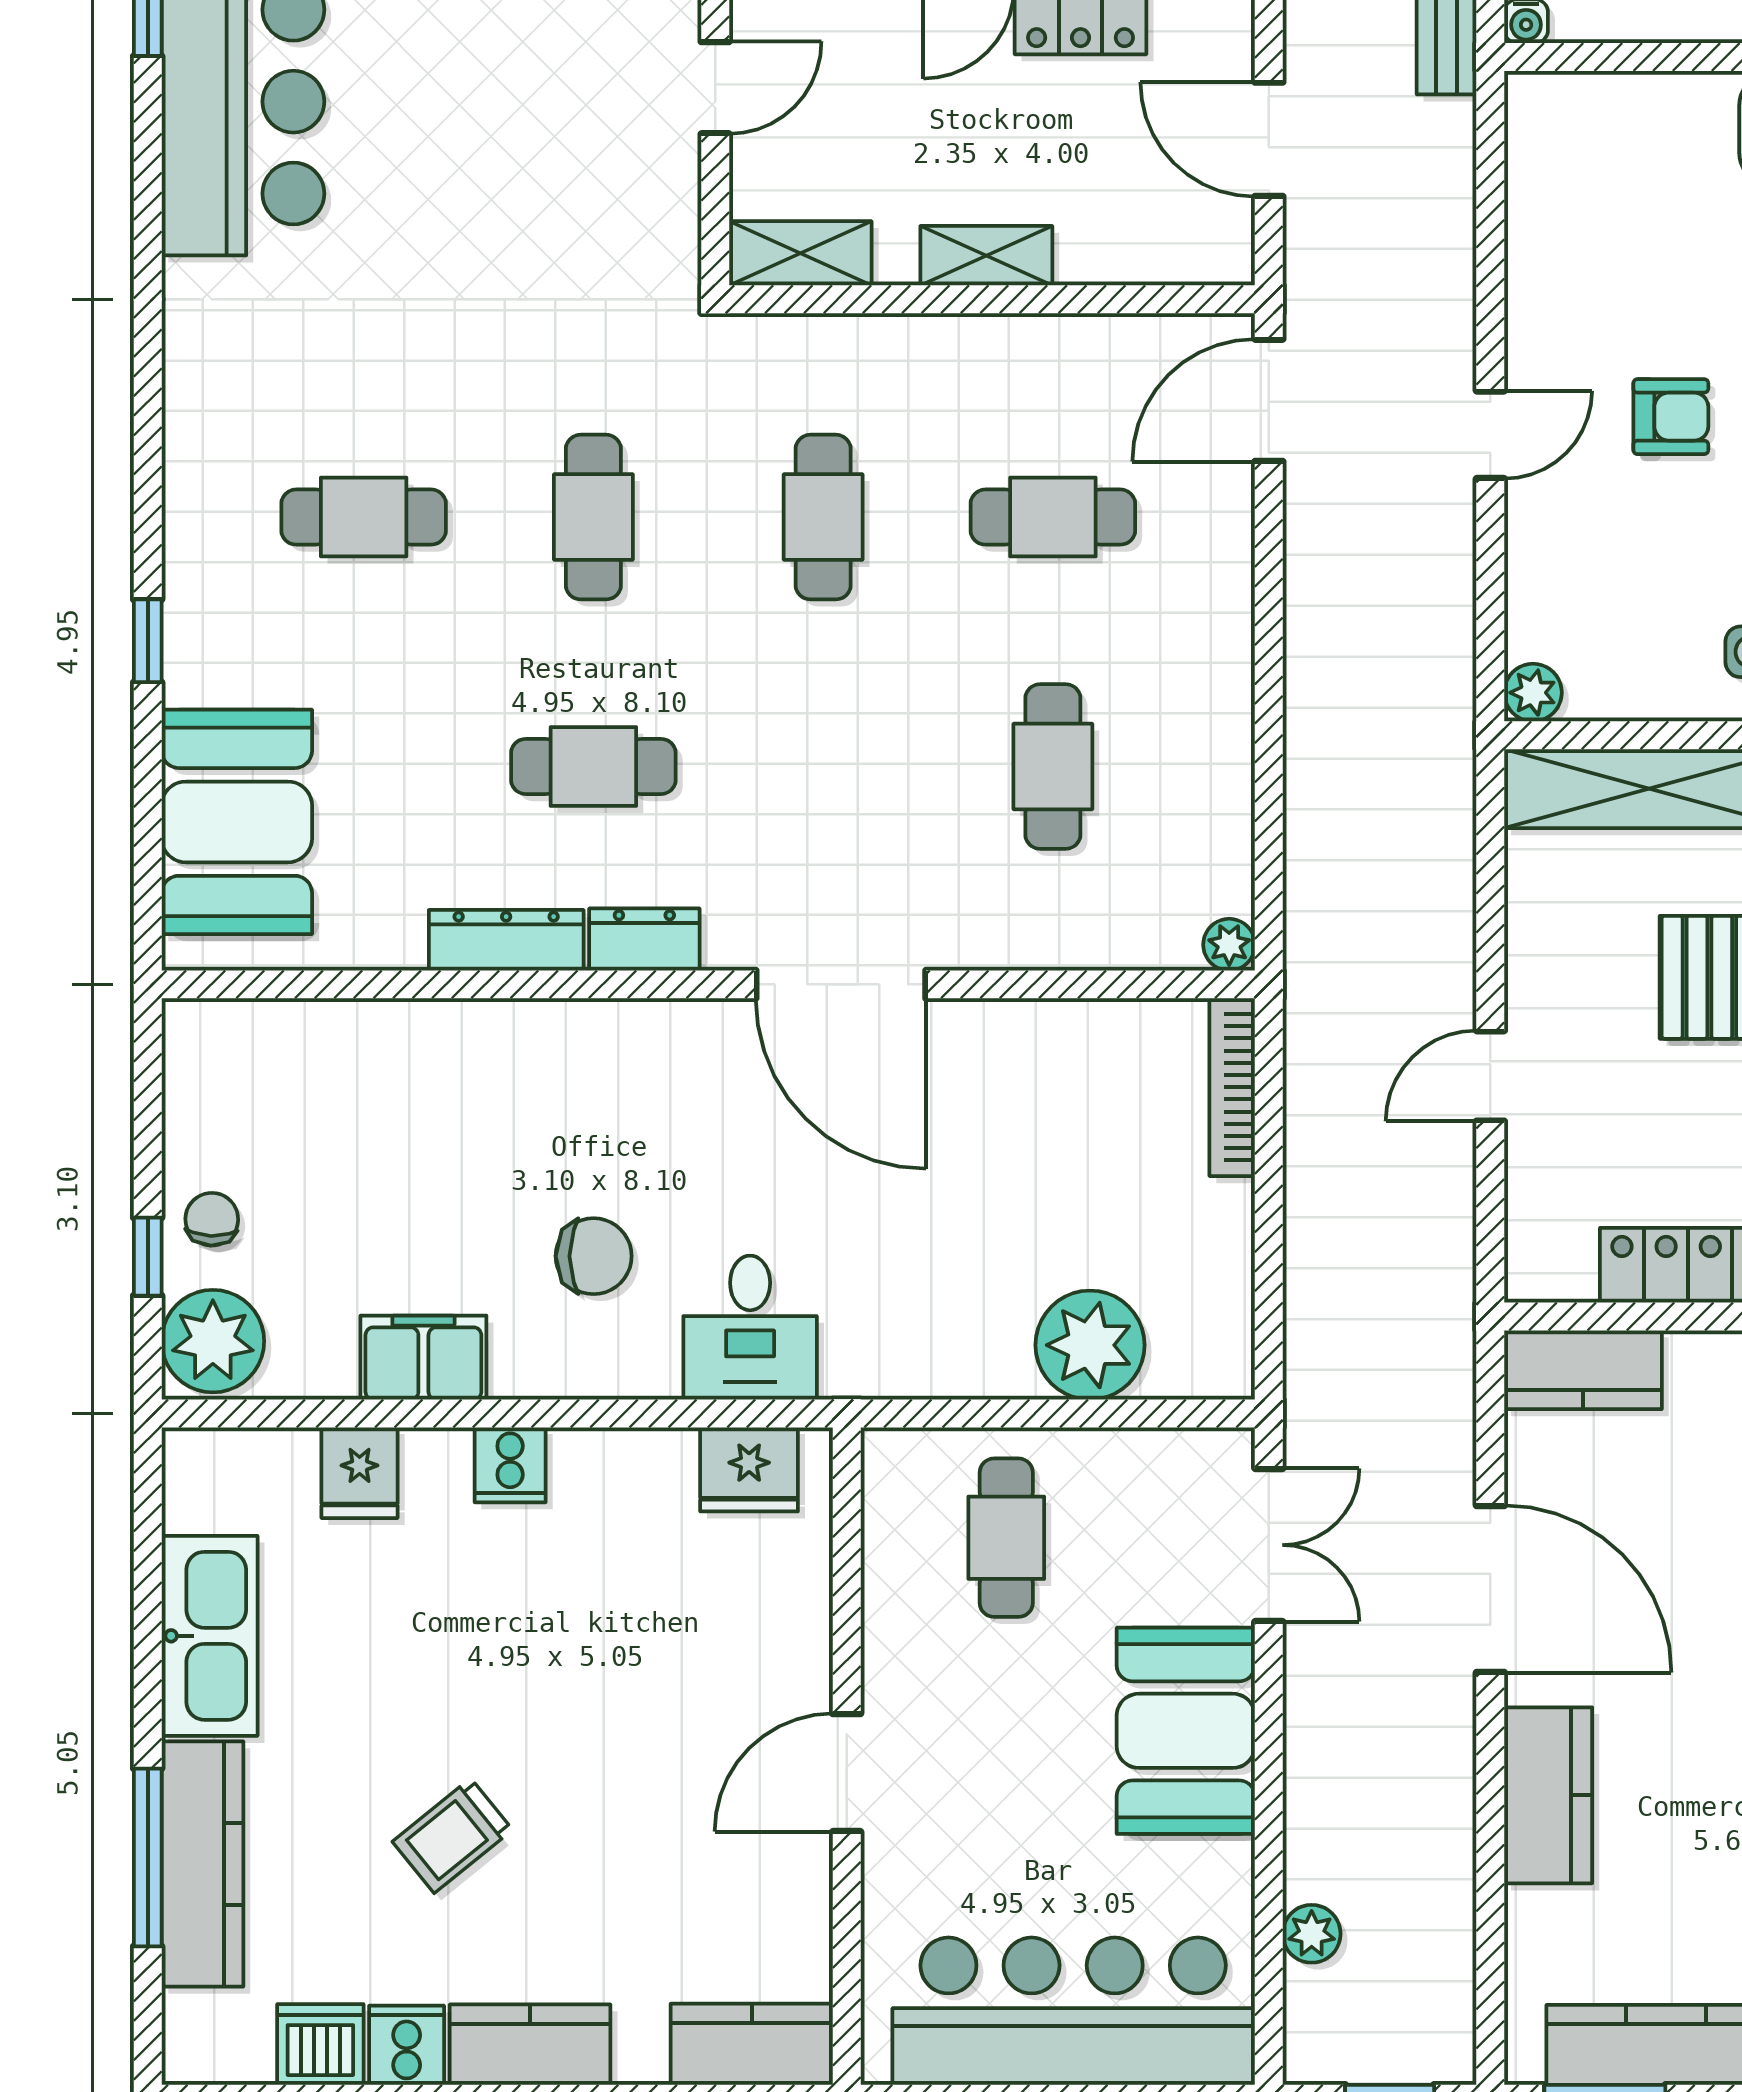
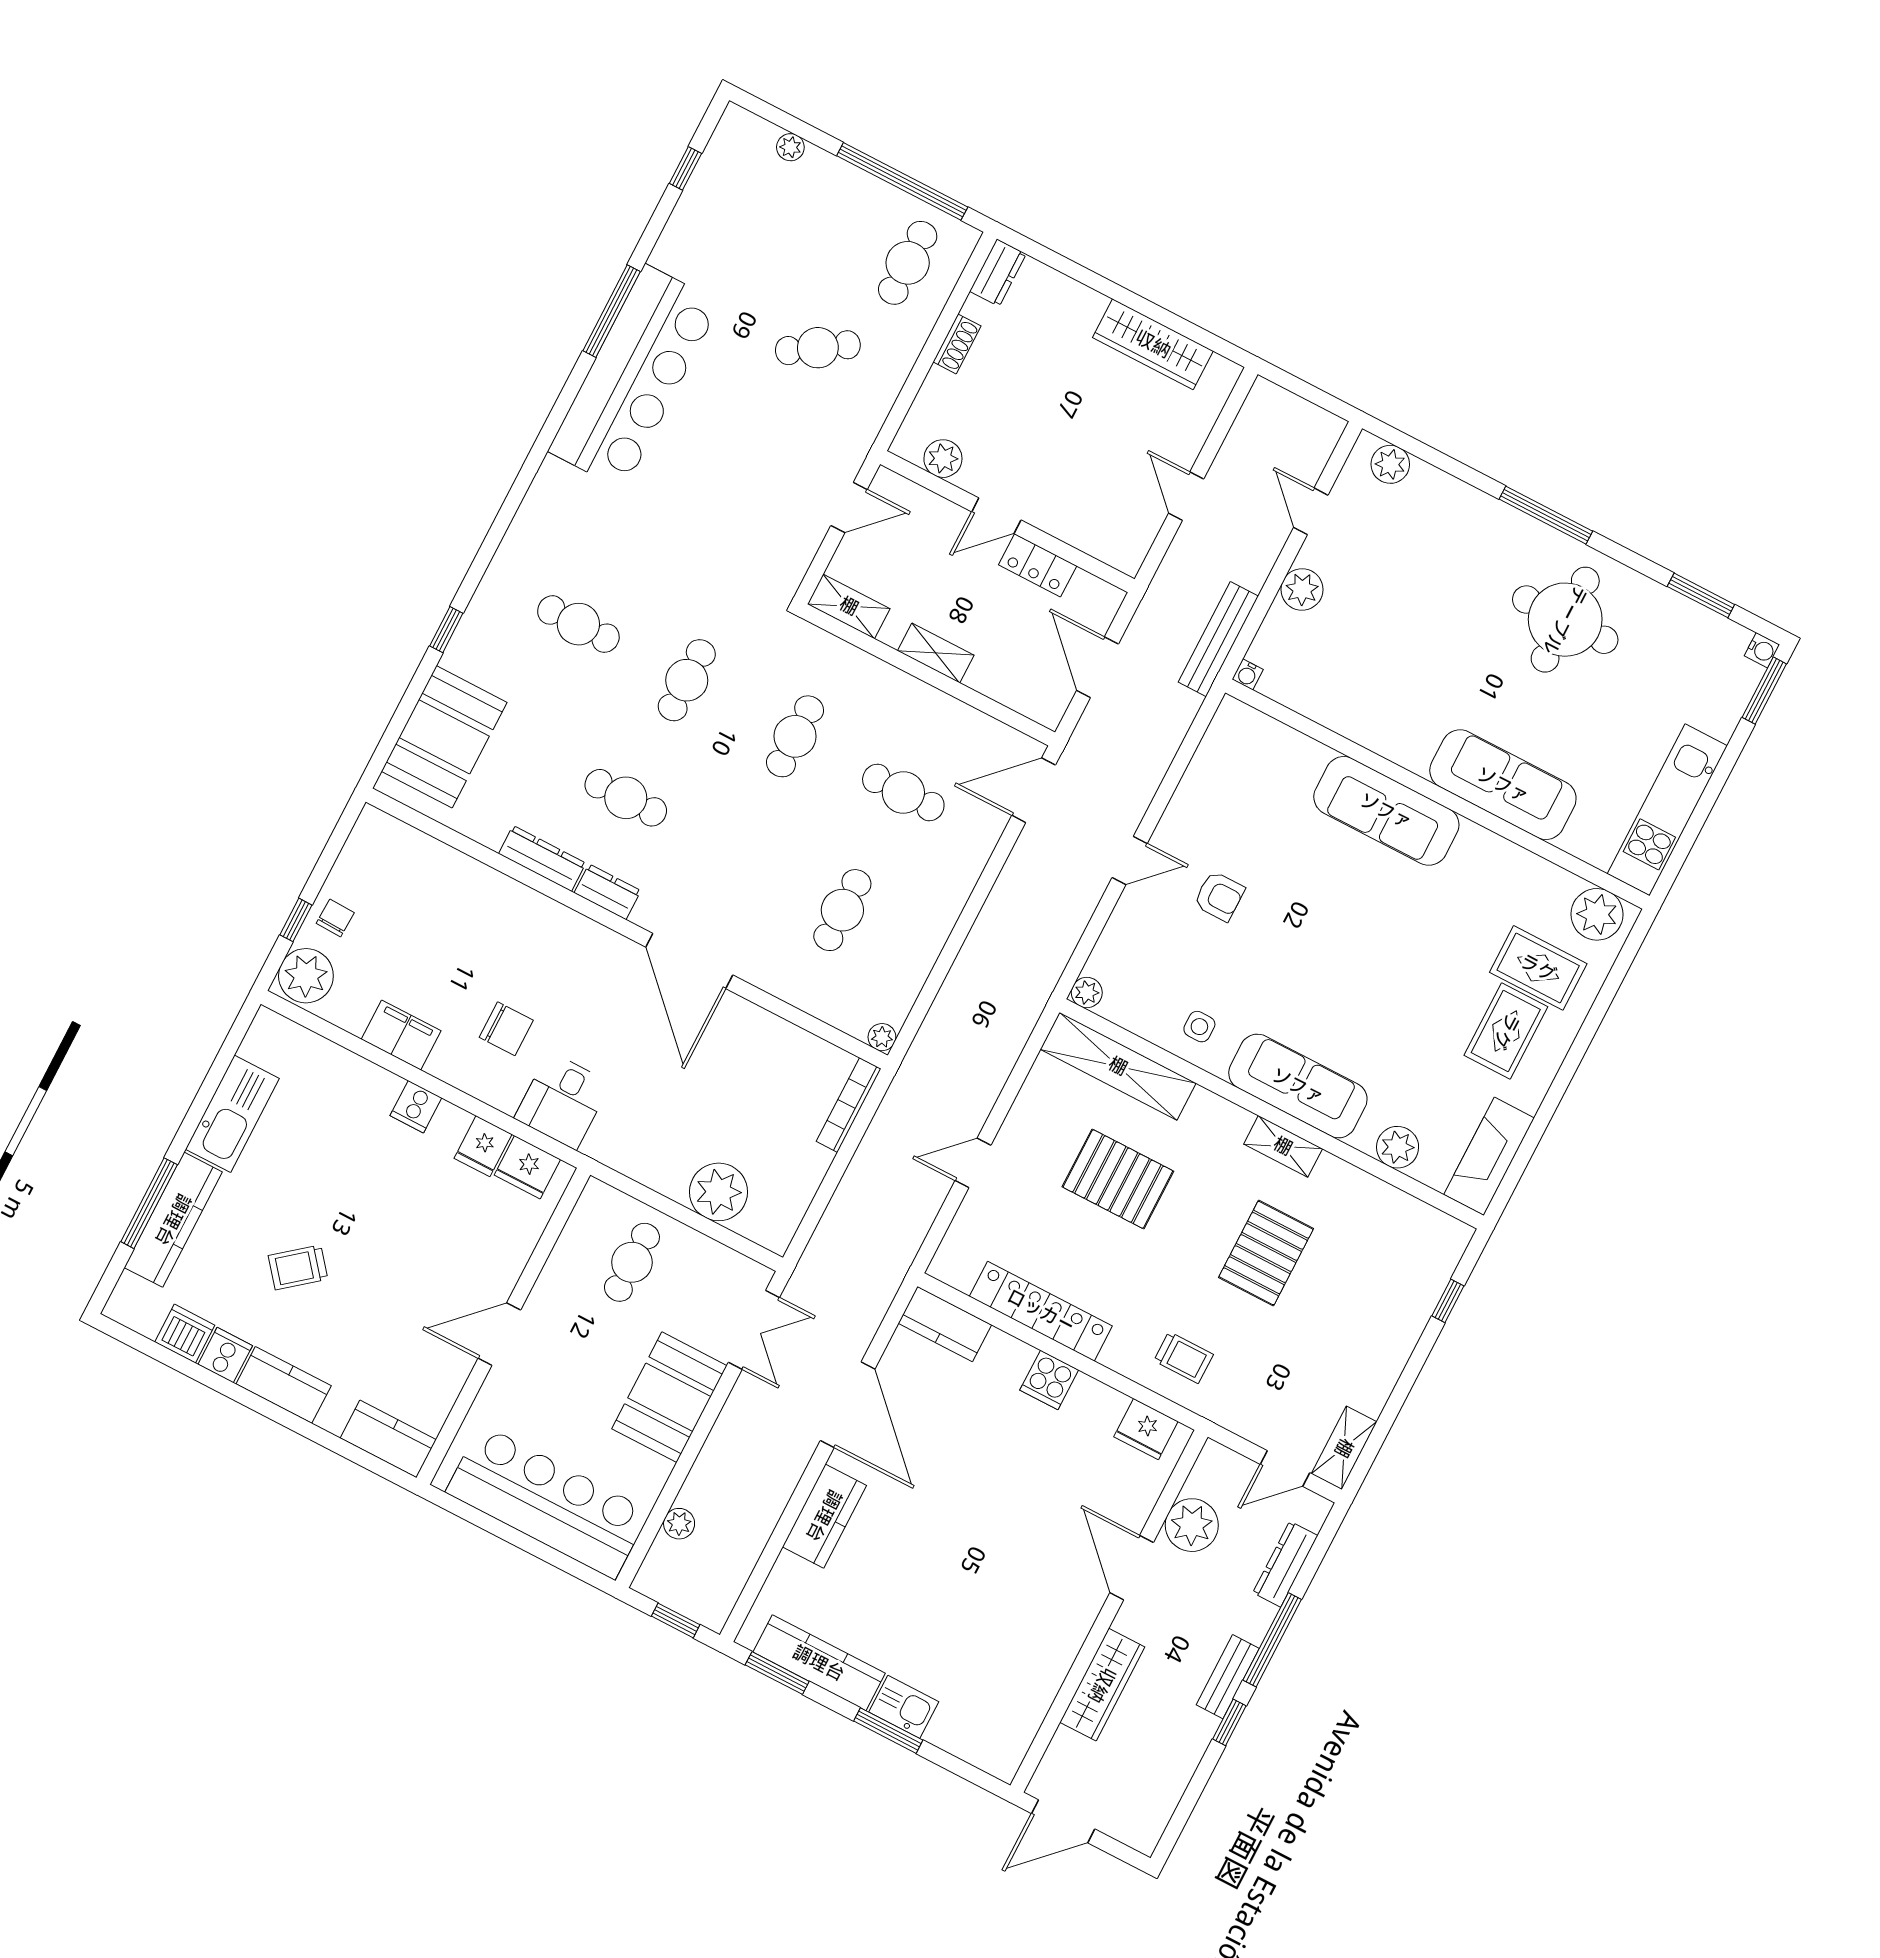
fridge: (360, 1473) -> (483, 1146), moved

